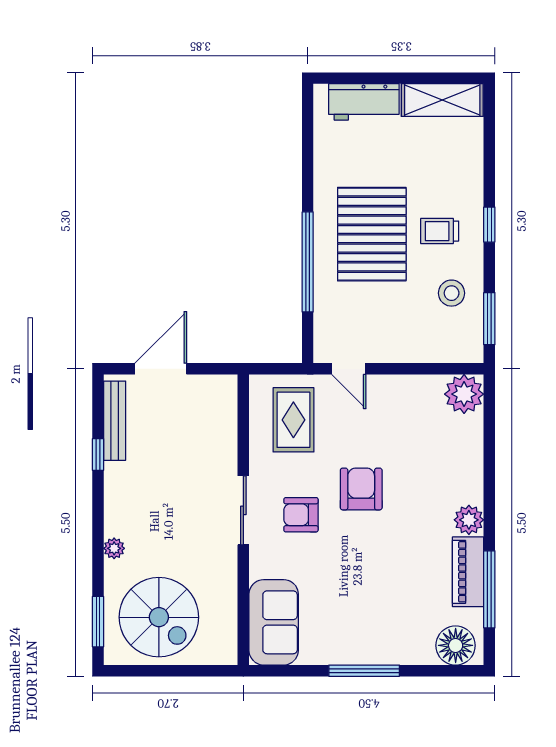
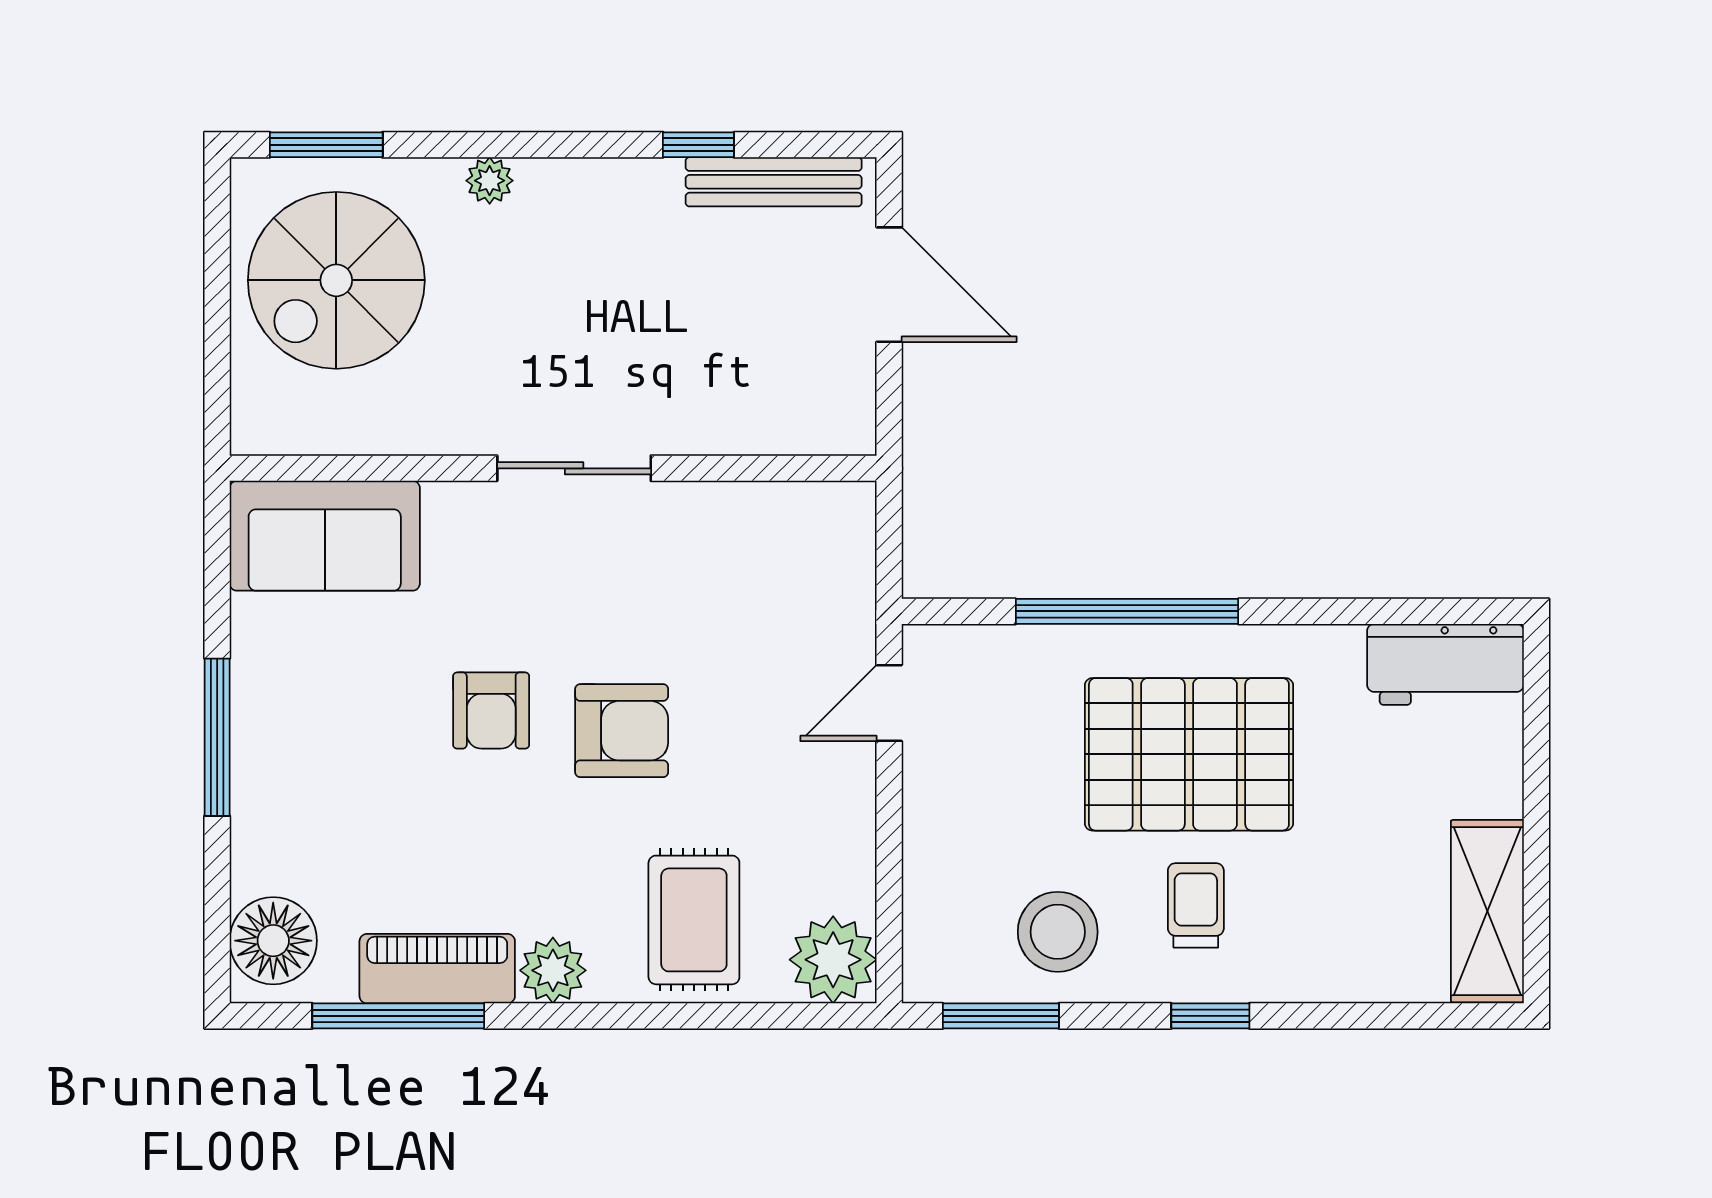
workbench: (364, 102) -> (1445, 664), moved, turned -90
stool: (452, 293) -> (1058, 932), width x1.38, depth x1.38
rug: (293, 420) -> (694, 920), moved, turned 90
armchair: (301, 515) -> (491, 711), moved, turned 180

